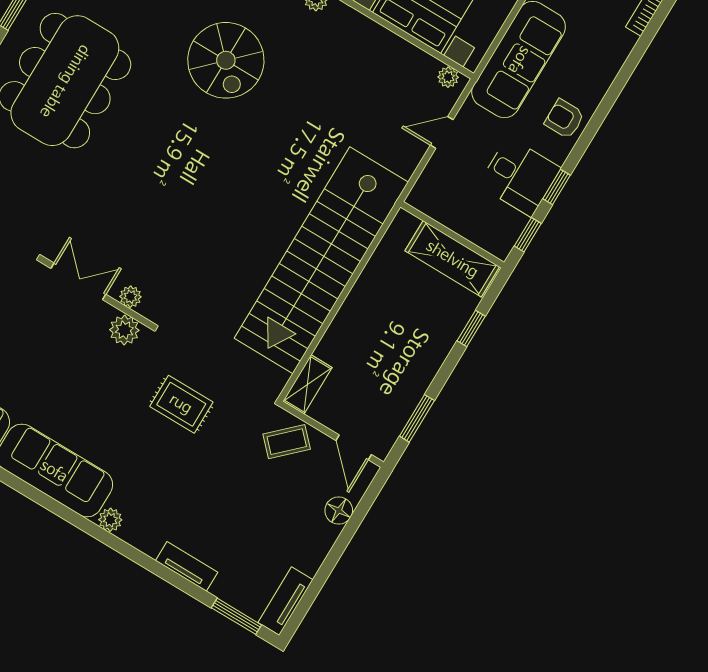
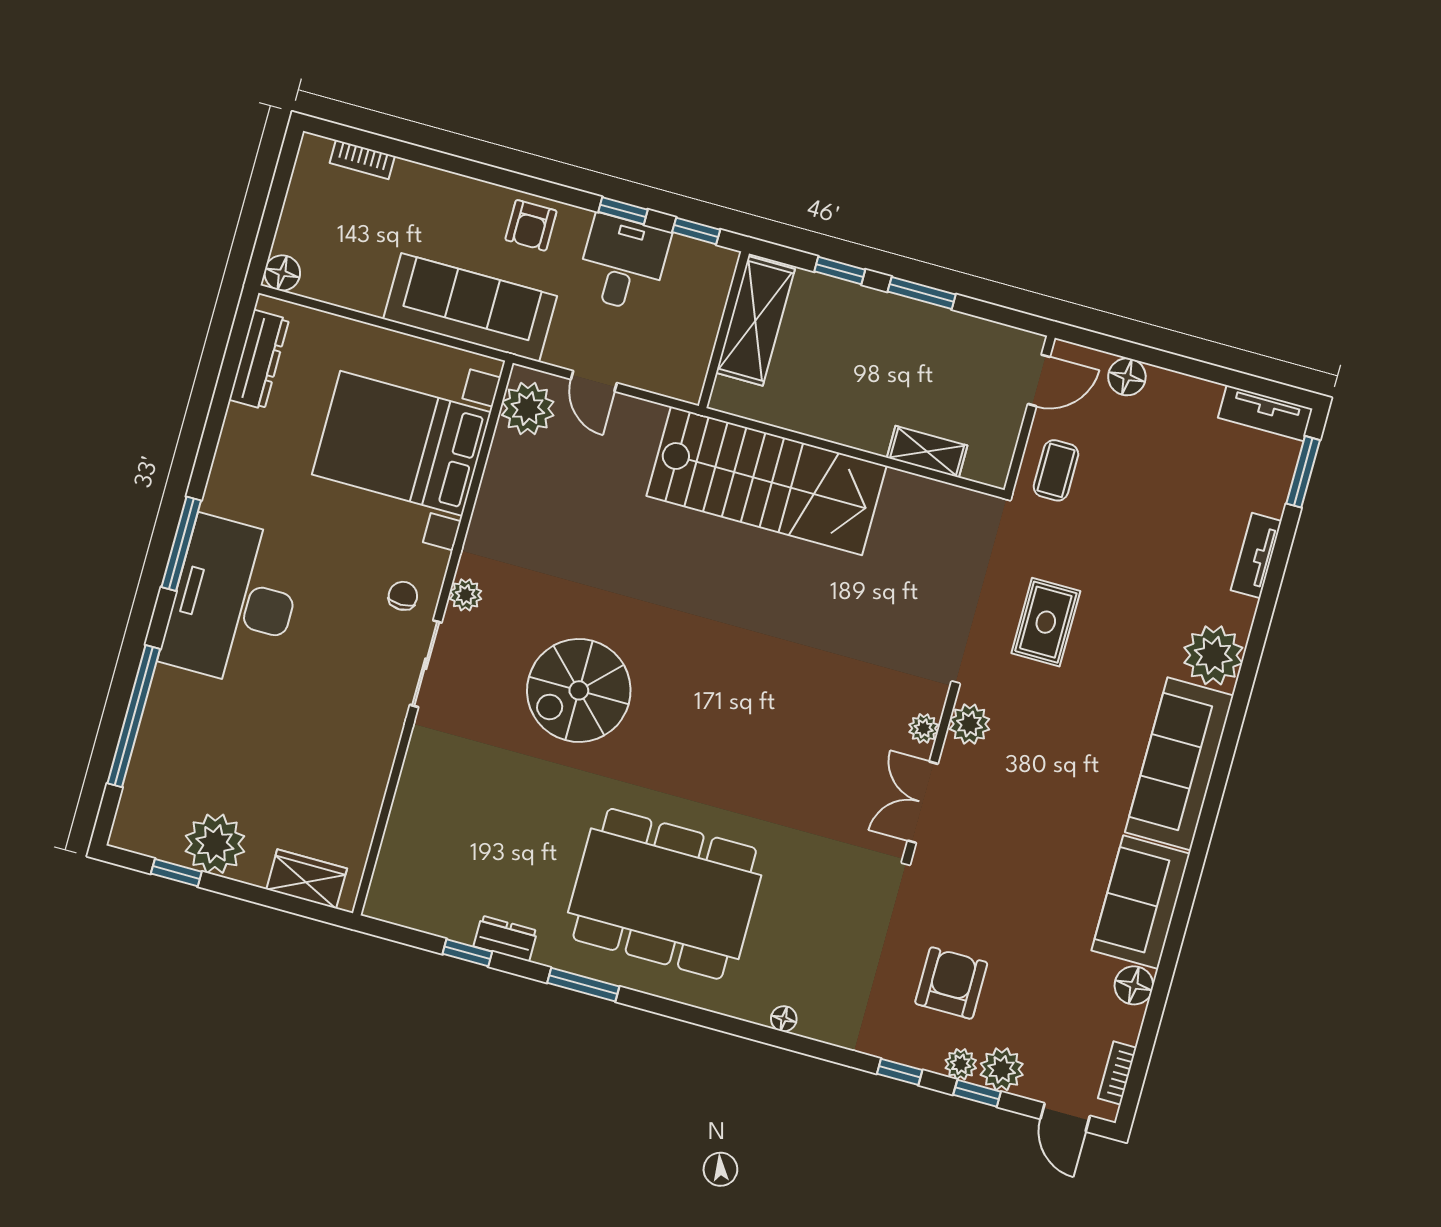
spiral stairs: (226, 60) -> (579, 690), turned 180
plant: (448, 77) -> (528, 408), width x1.88, depth x1.88
stairs: (321, 260) -> (766, 481), width x0.73
shelving: (307, 384) -> (927, 452), moved
window: (417, 418) -> (922, 293), moved
coffee table: (287, 442) -> (1056, 470), turned 44
plant: (110, 520) -> (1213, 655), width x1.88, depth x1.88

